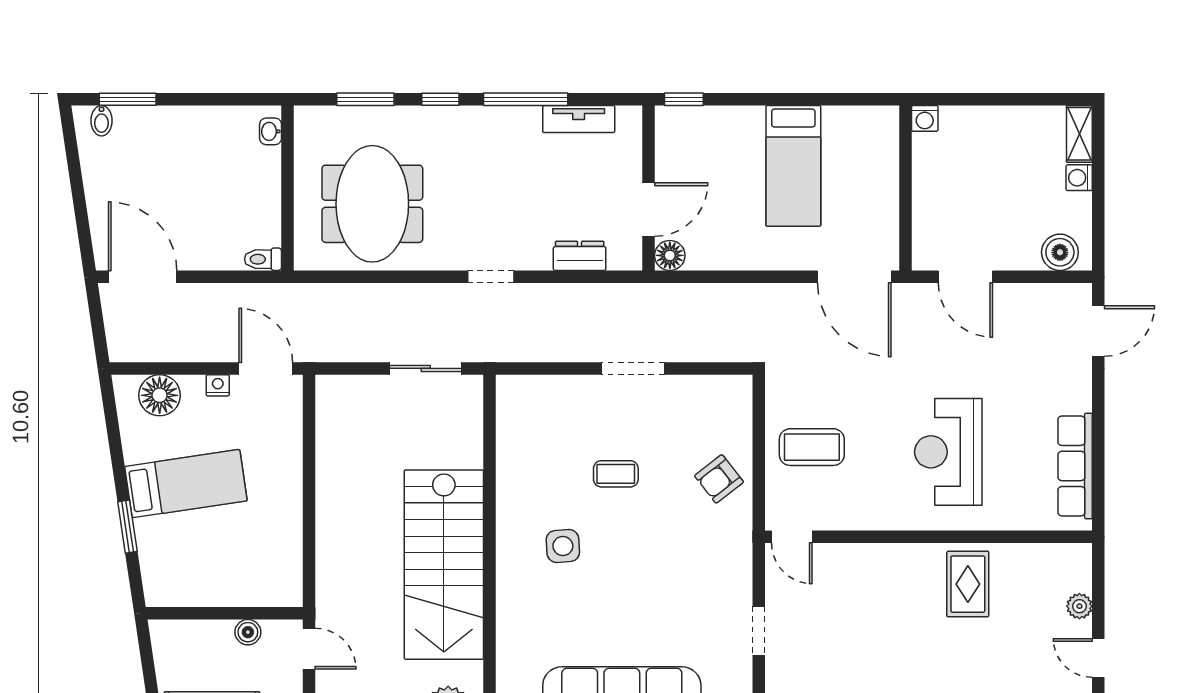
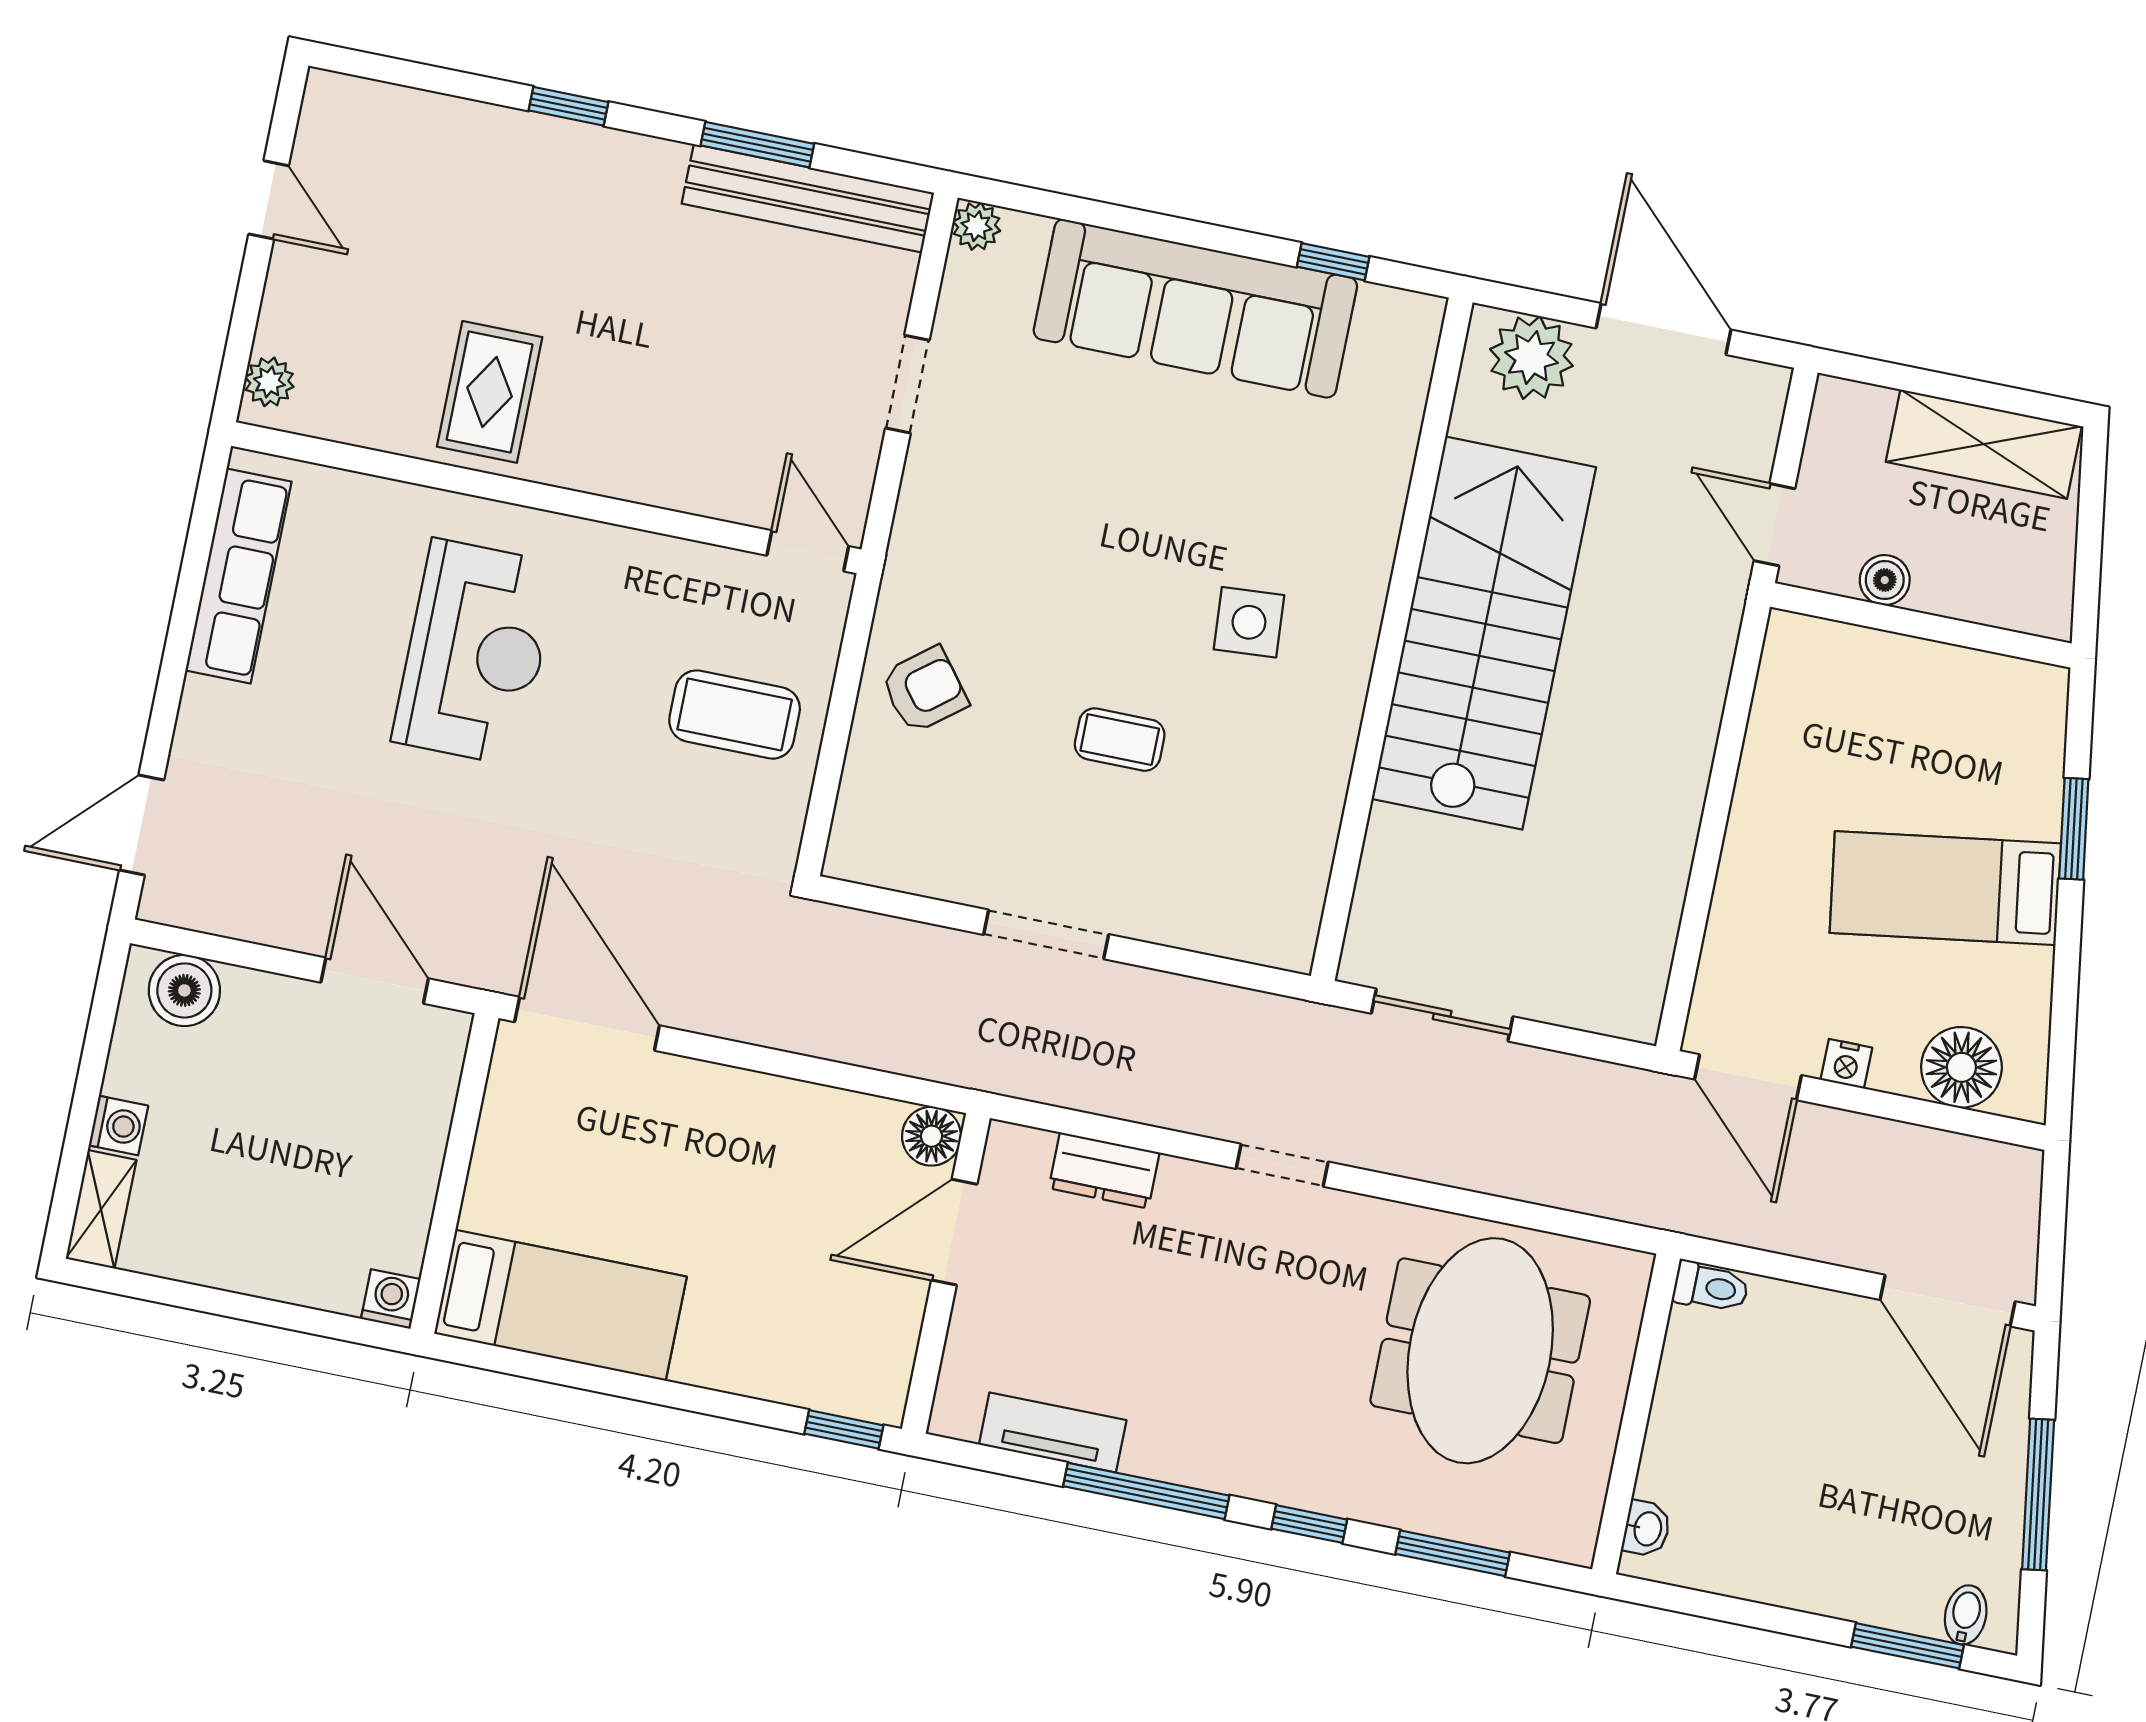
bed: (793, 166) -> (560, 1305), moved, turned 90
window: (77, 189) -> (2038, 1494), added
plant: (1079, 606) -> (269, 382), moved

